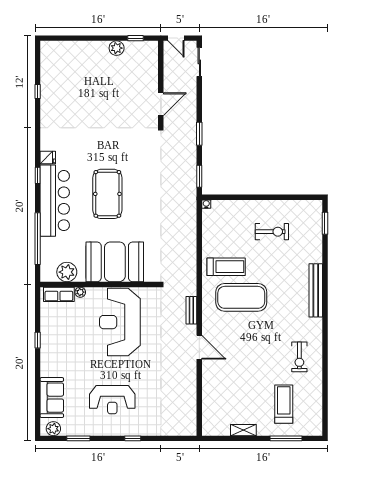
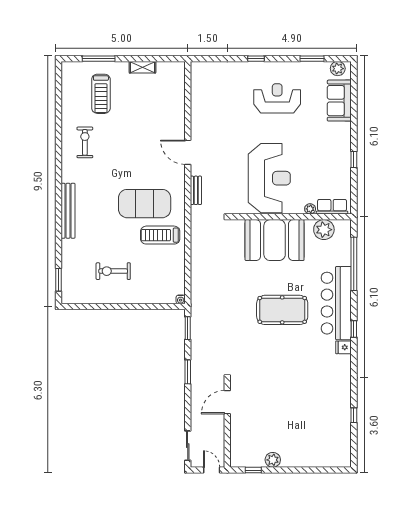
pool table: (107, 194) -> (282, 310), turned 90

